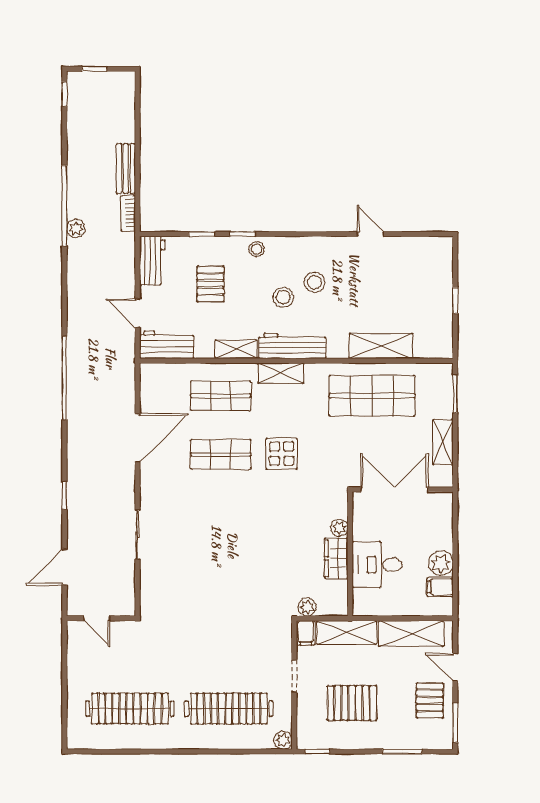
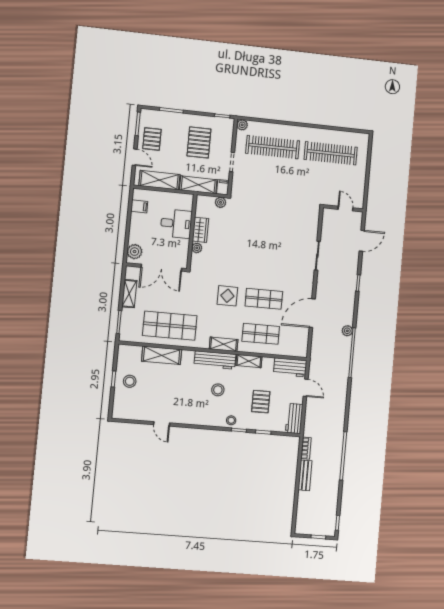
plant: (76, 228) -> (347, 331), moved
stool: (314, 282) -> (130, 381), moved
plant: (441, 563) -> (135, 252), moved
pallet: (352, 703) -> (199, 142), turned 90

